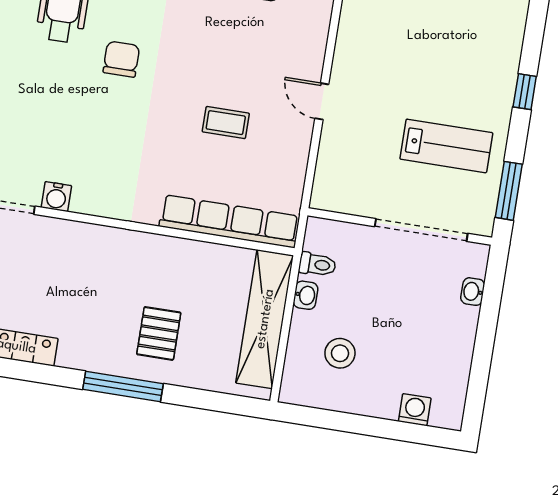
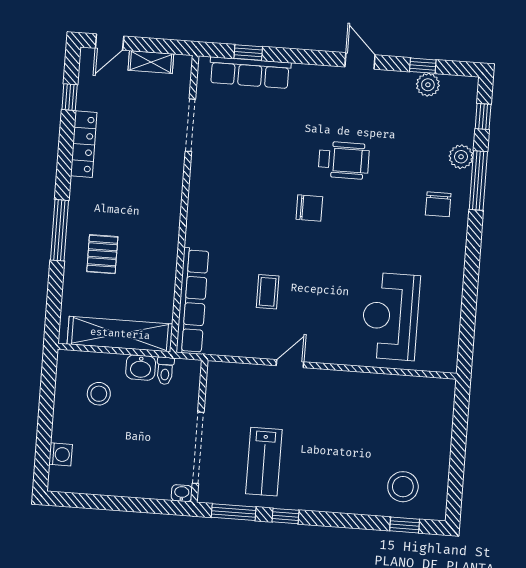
window: (525, 92) -> (285, 516), moved
water cooler: (56, 197) -> (200, 167), removed
washbasin: (473, 292) -> (182, 493), moved
washbasin: (306, 295) -> (141, 368), width x1.38, depth x1.45
pallet: (159, 333) -> (102, 254), turned 90

